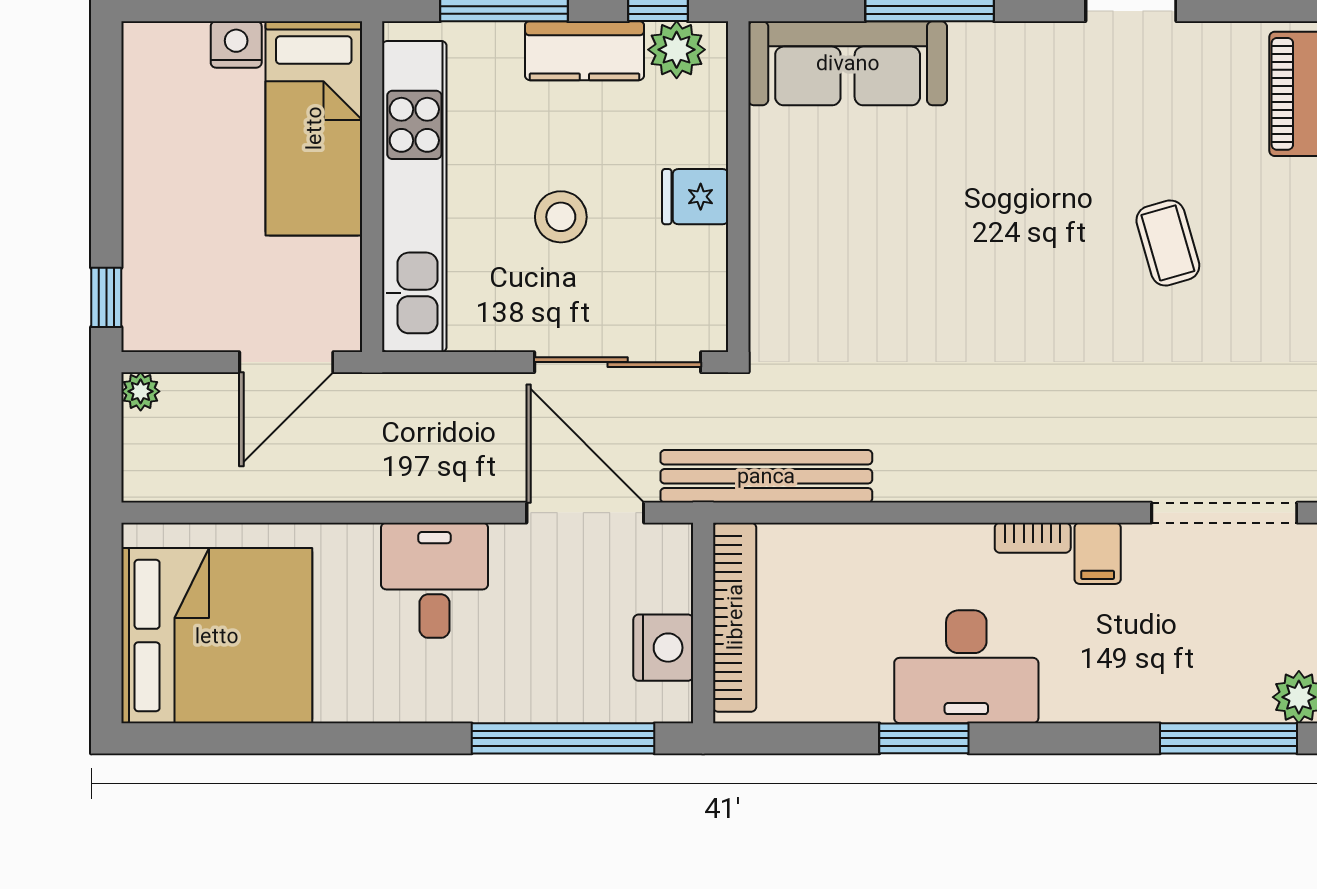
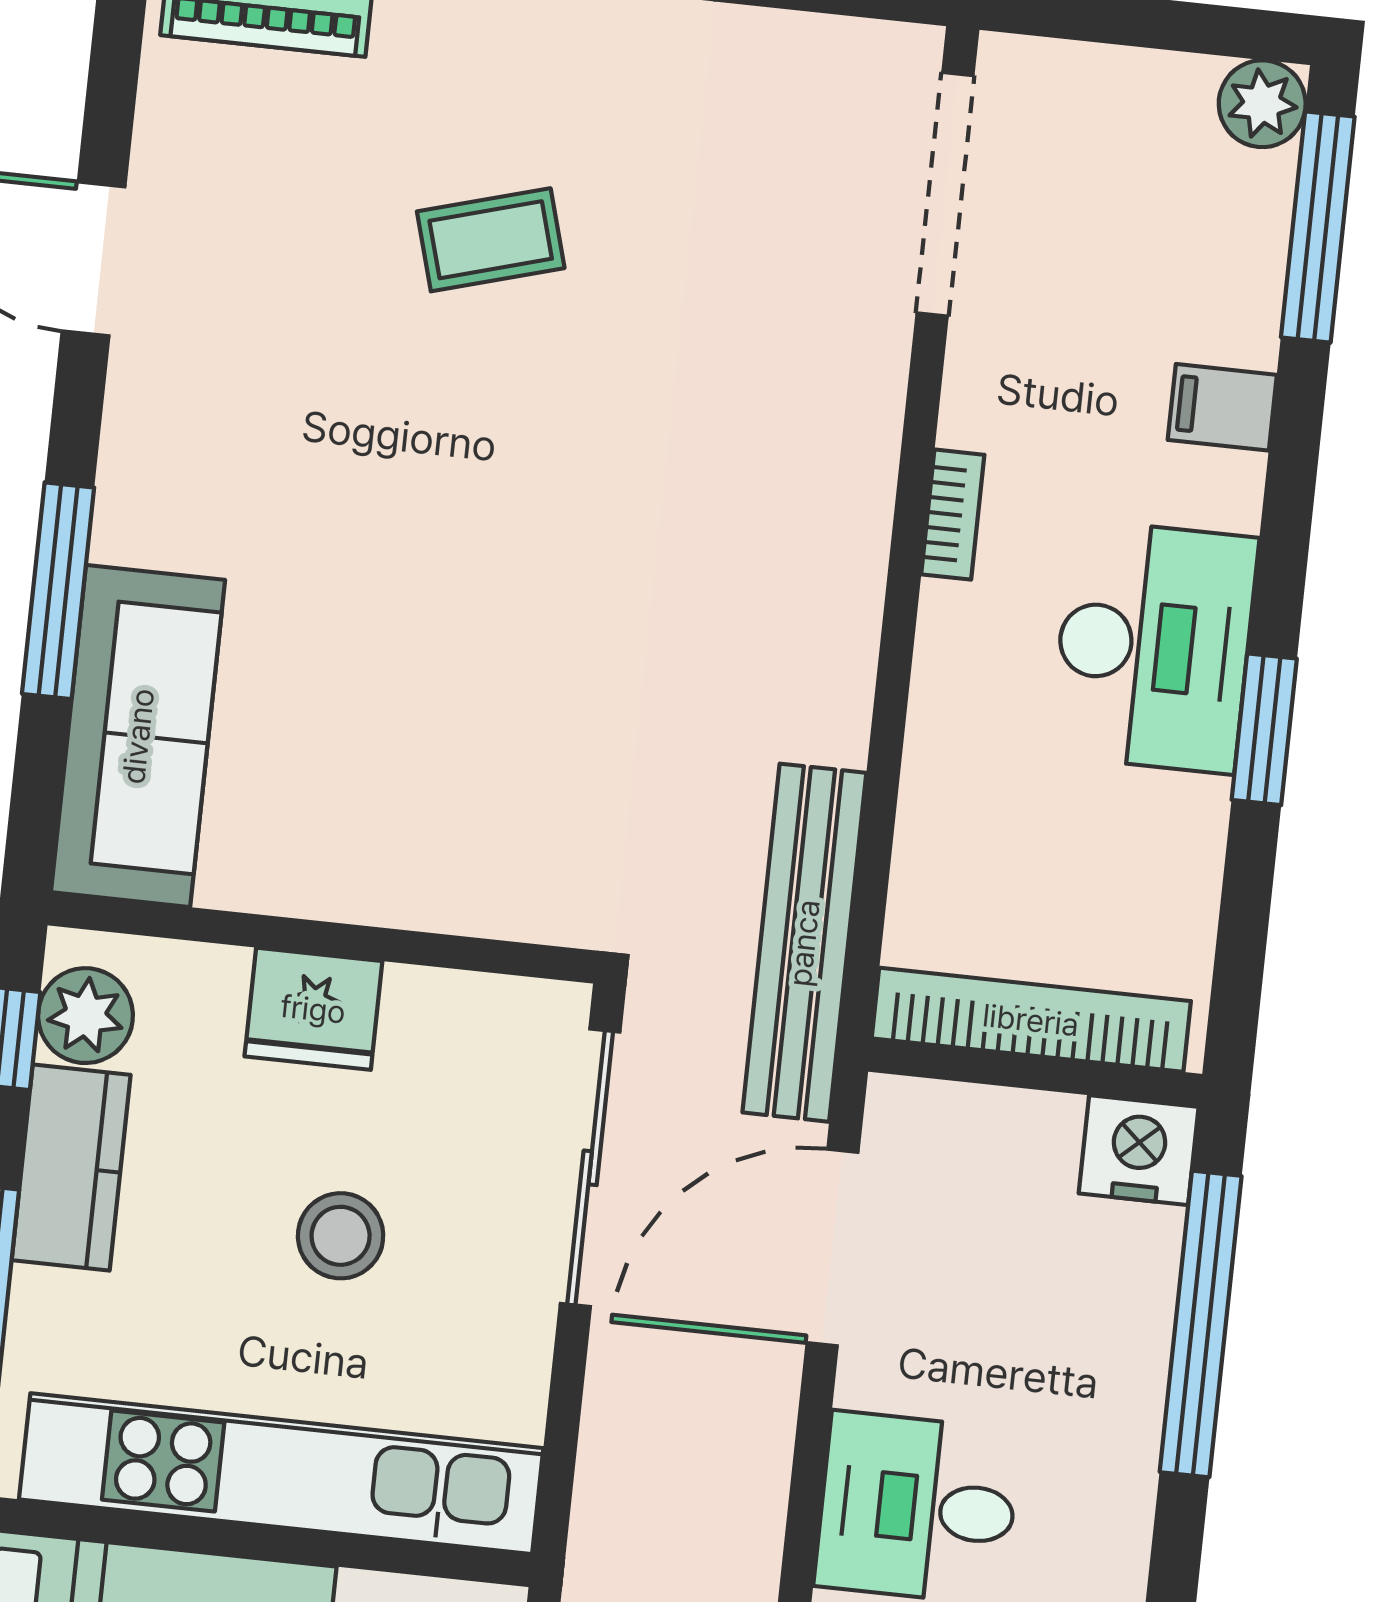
fridge: (695, 197) -> (313, 1009), width x1.38
filing cabinet: (1098, 553) -> (1222, 407), moved, turned 180
nightstand: (663, 648) -> (1139, 1150), moved

